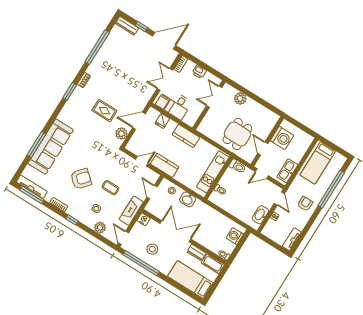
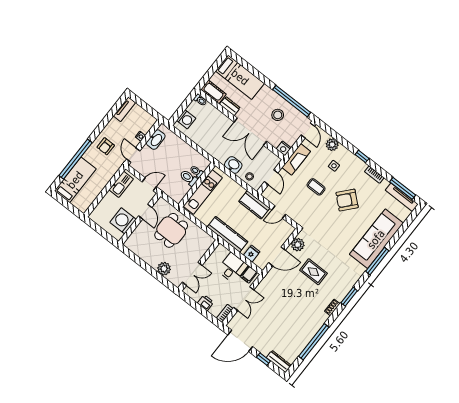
kitchen counter: (186, 136) -> (228, 234), width x1.50
window: (36, 145) -> (377, 261), moved
bed: (318, 163) -> (75, 180), moved
toilet: (237, 166) -> (189, 178), moved

